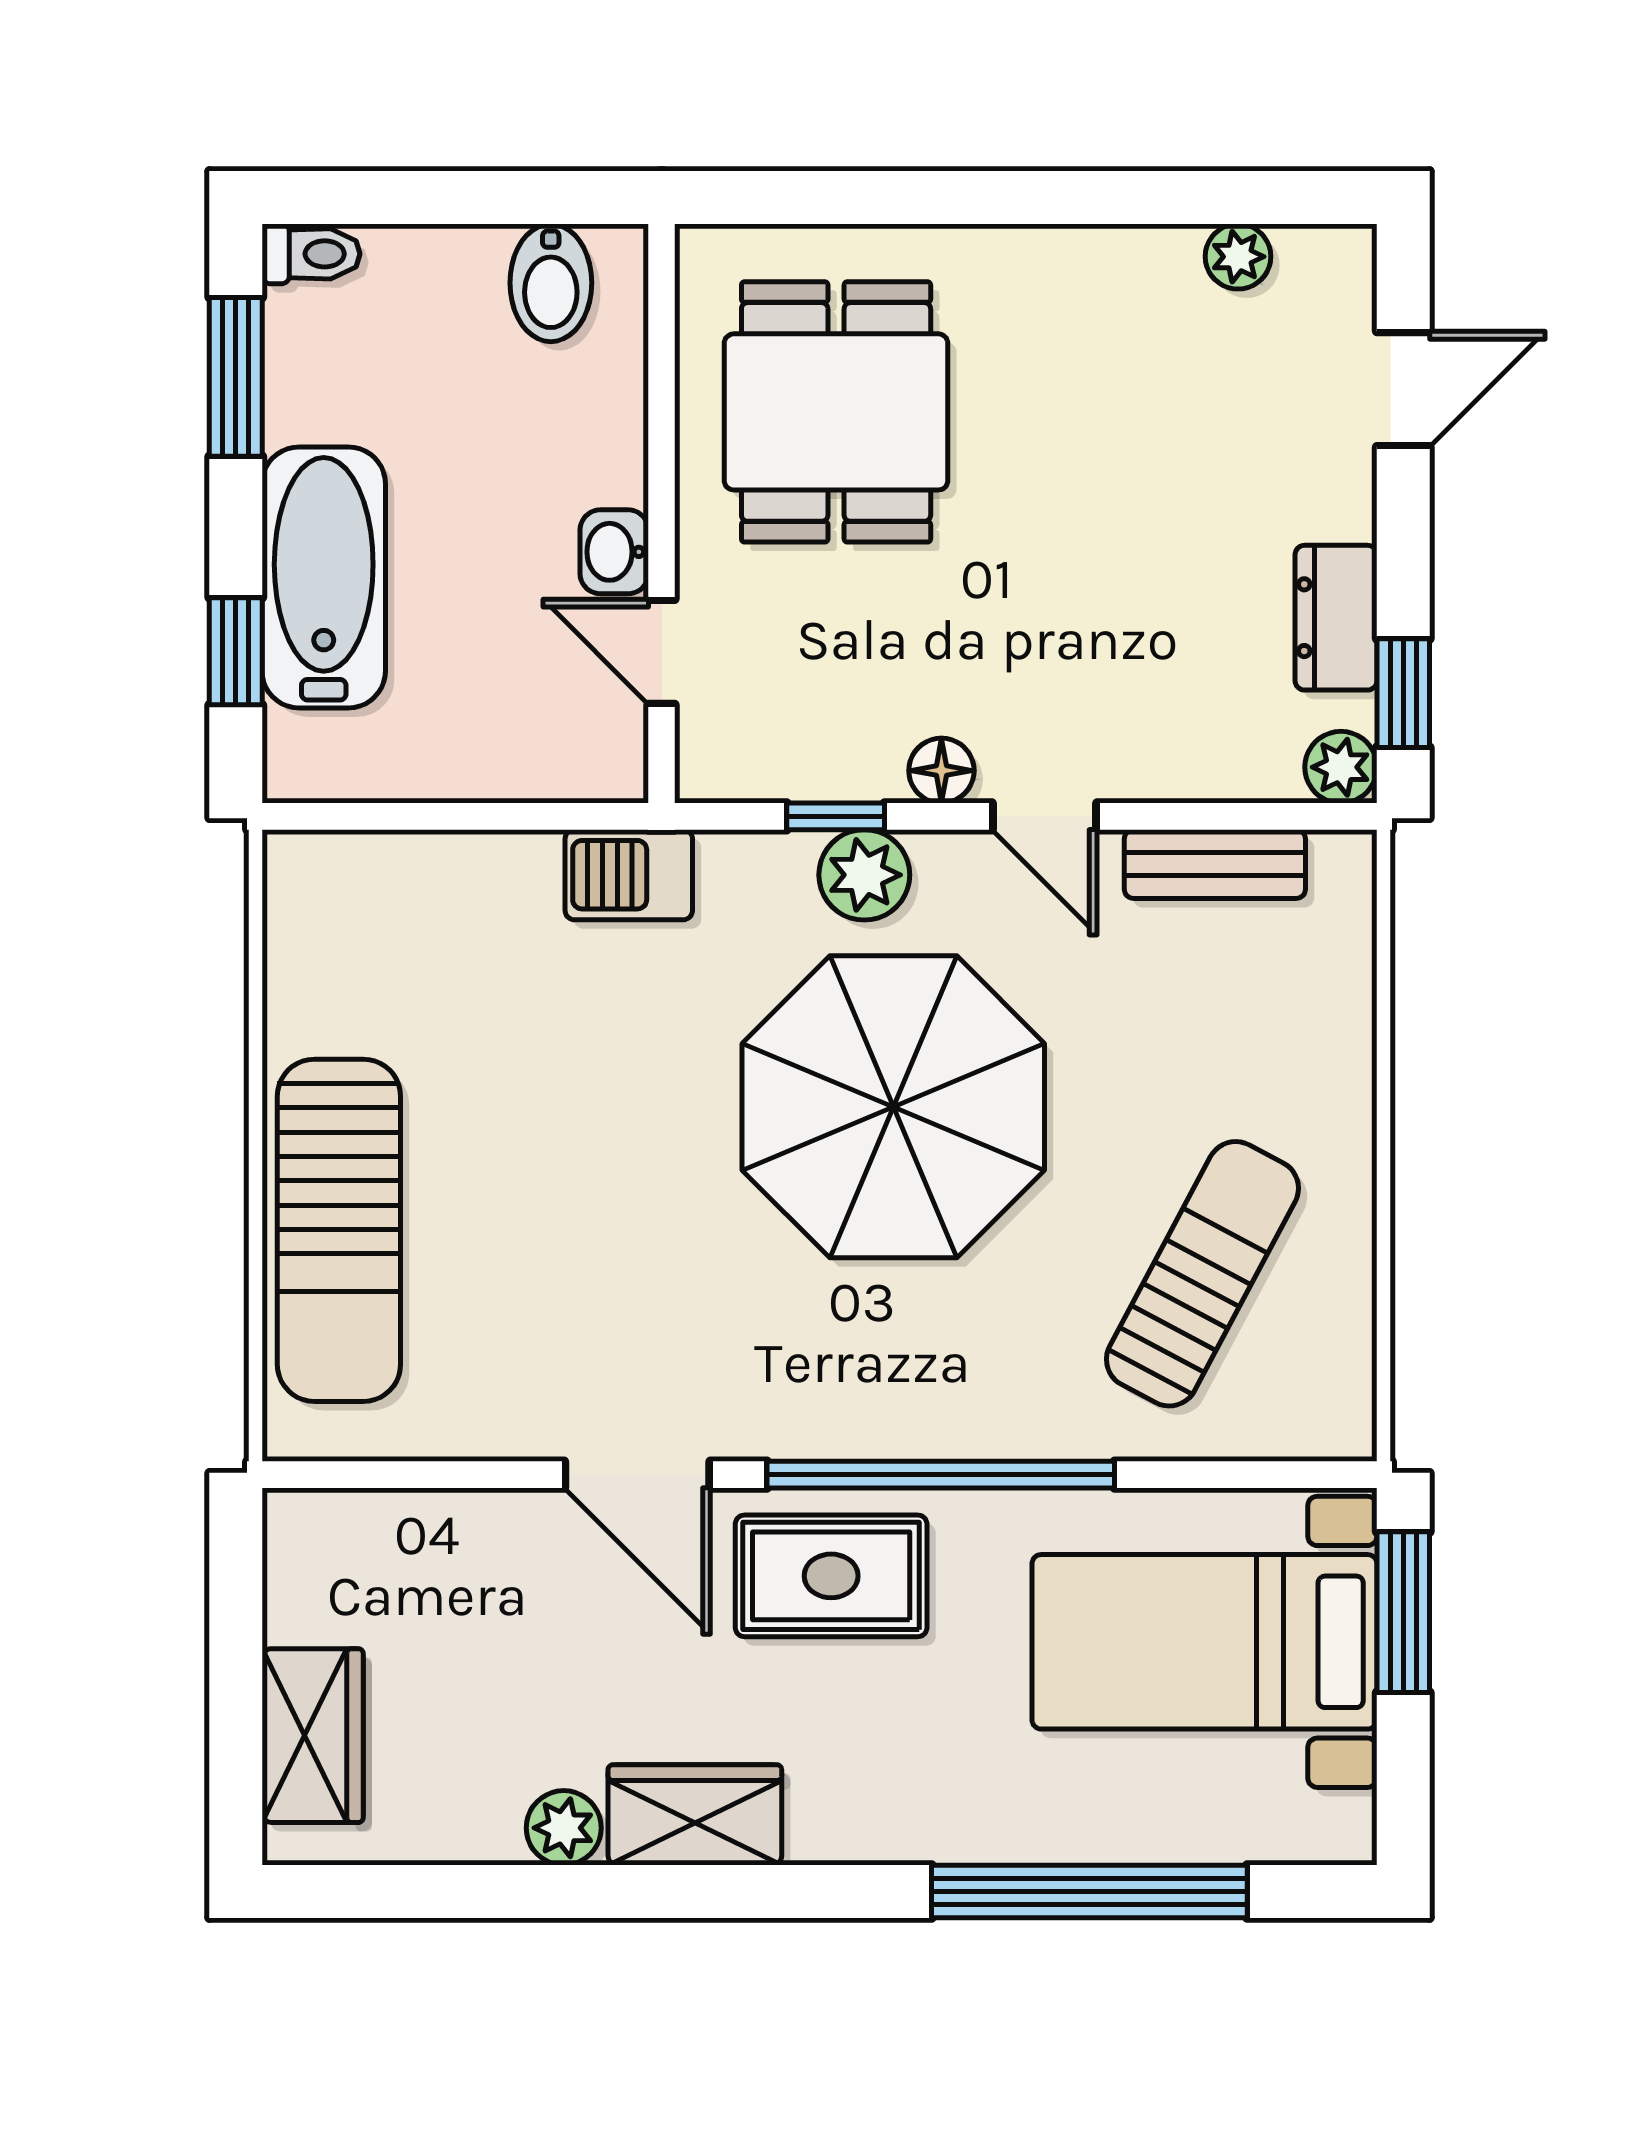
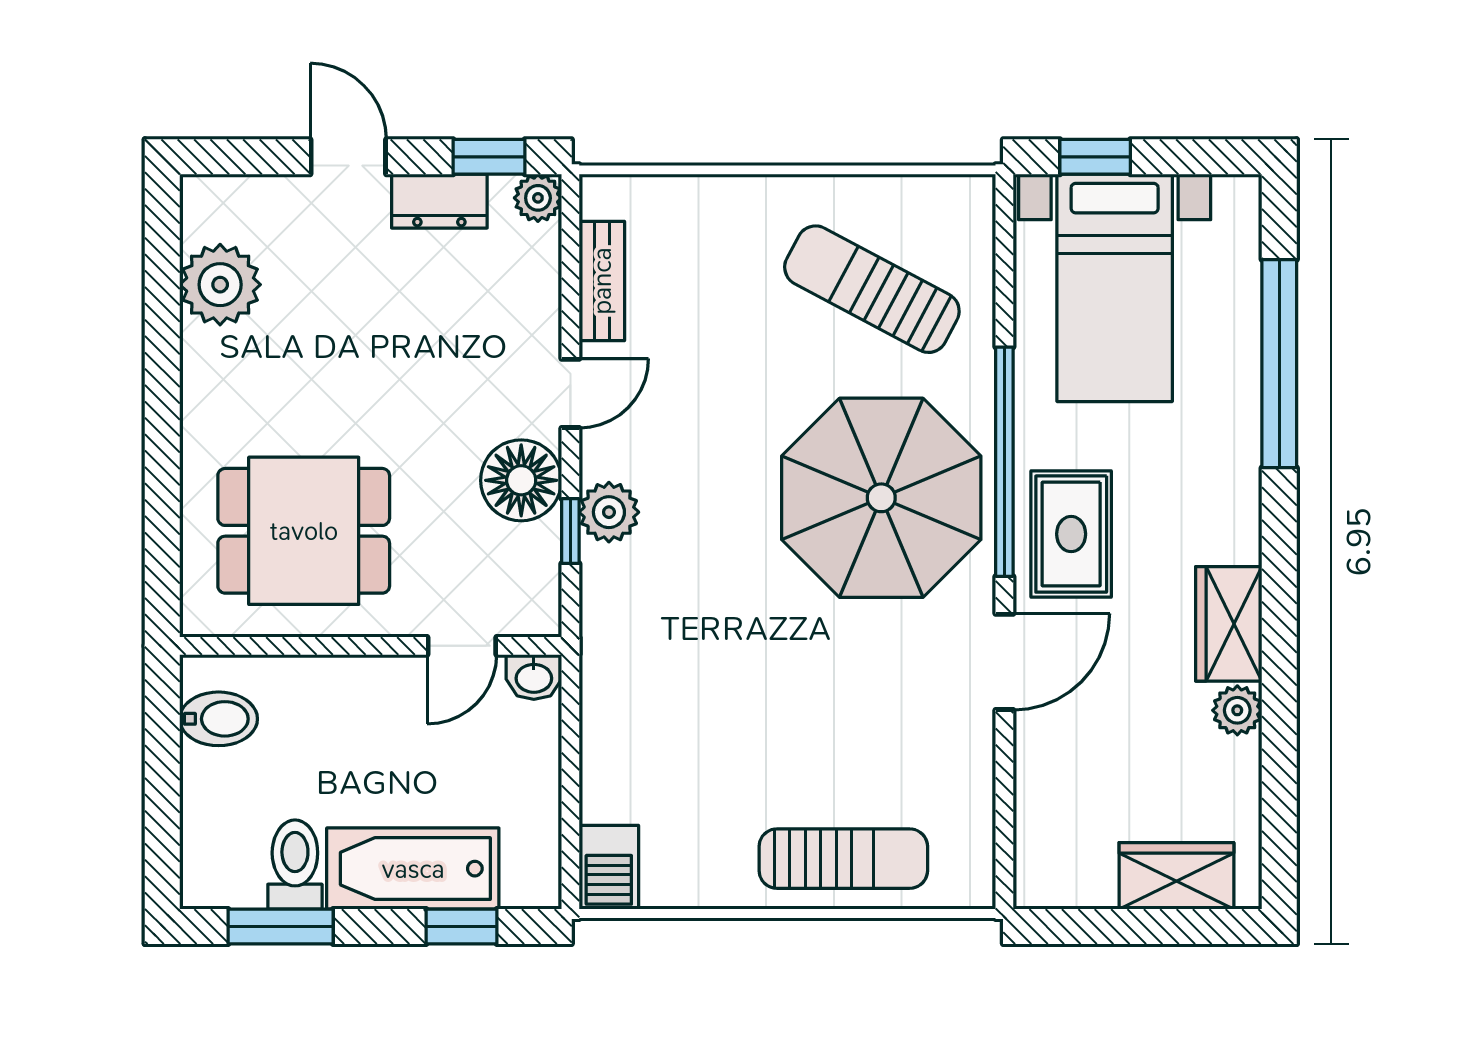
toilet: (311, 254) -> (295, 865), moved, width x1.37, depth x1.39
plant: (1238, 257) -> (220, 285), width x1.88, depth x1.88
door: (1403, 389) -> (348, 157), moved
washbasin: (614, 552) -> (534, 677), moved
floor lamp: (941, 771) -> (521, 480), width x1.89, depth x1.89
barbecue: (629, 875) -> (609, 867), moved
parasol: (893, 1107) -> (881, 498), moved
sun lounger: (339, 1230) -> (843, 859), width x0.73, depth x0.75
window: (1403, 1612) -> (1095, 157), width x0.67

